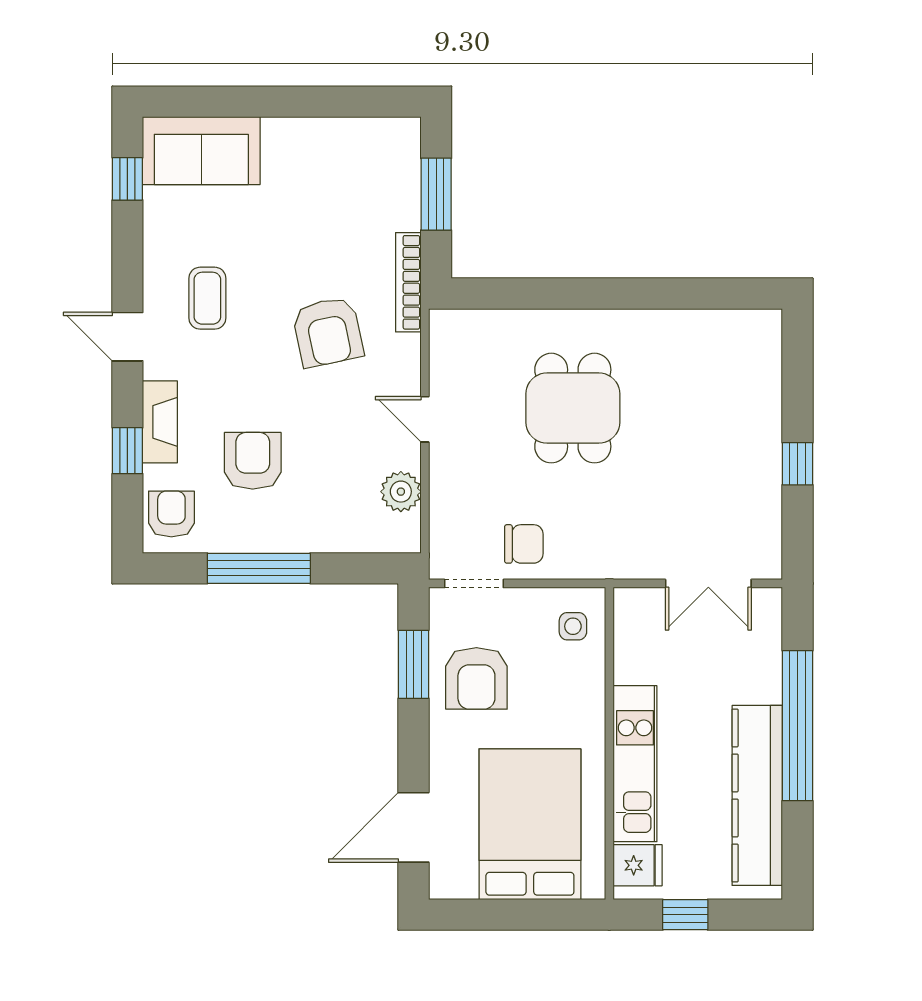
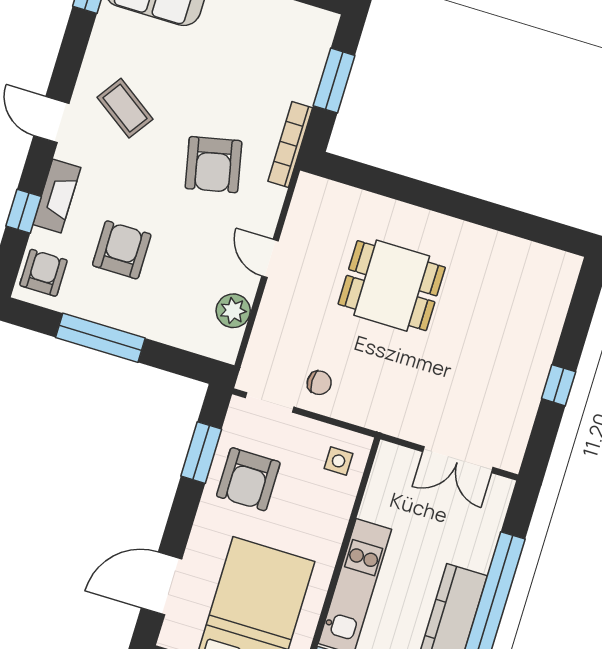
coffee table: (207, 298) -> (125, 108), turned -55
dining table: (573, 408) -> (392, 286), turned 90
chair: (524, 544) -> (319, 383), width x0.73, depth x0.73

